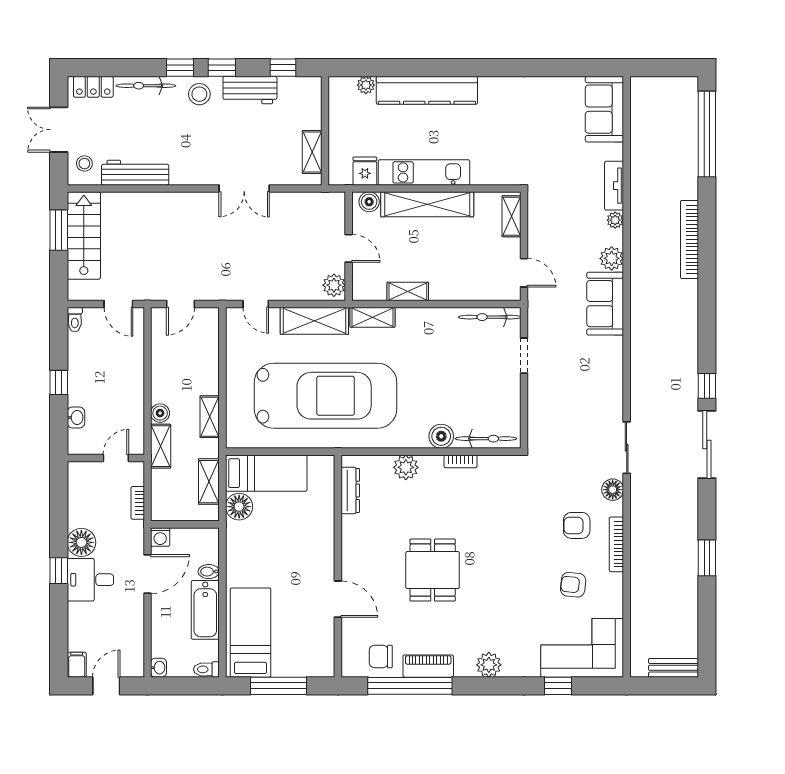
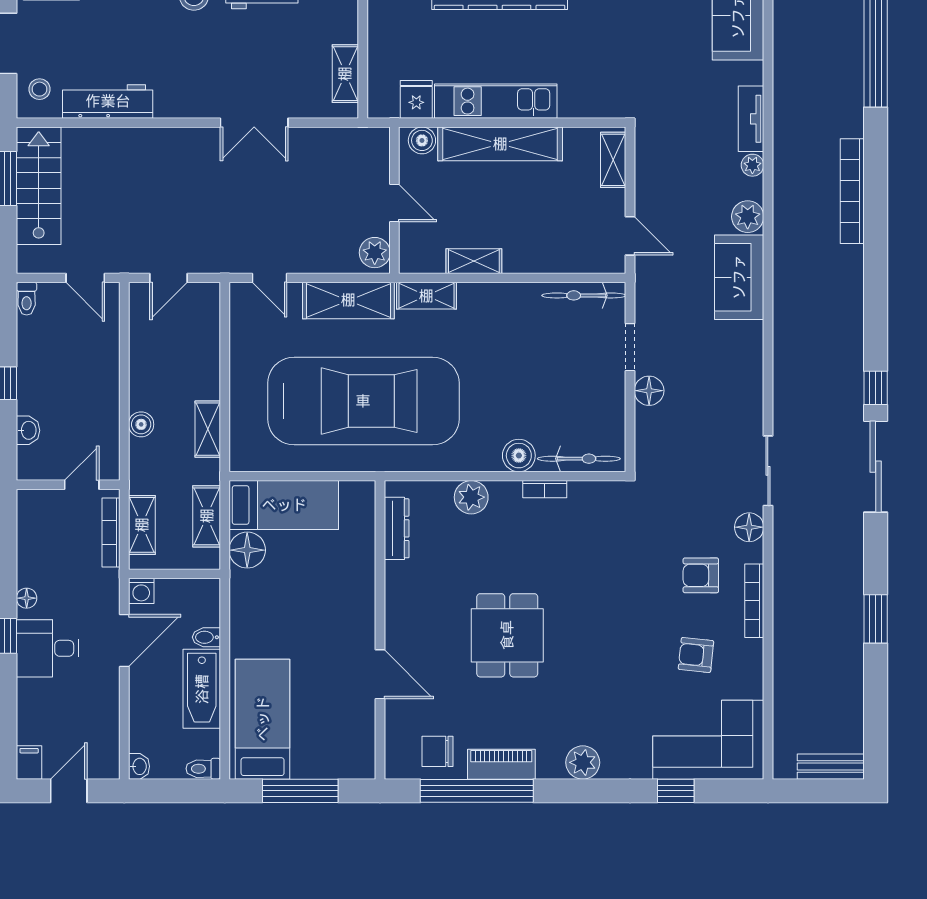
floor lamp: (538, 388) -> (649, 391), added
shelving: (161, 446) -> (142, 525), moved
bookcase: (138, 503) -> (111, 533), width x1.56
floor lamp: (81, 542) -> (27, 598), width x0.53, depth x0.53

